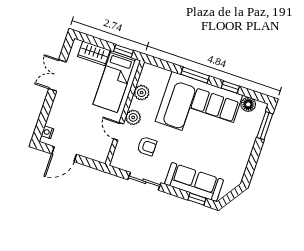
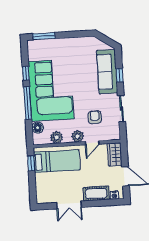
wardrobe: (94, 53) -> (115, 154), moved, turned 180
window: (195, 75) -> (28, 103), width x1.44
floor lamp: (248, 104) -> (38, 128), moved
cot: (58, 112) -> (96, 193), added
window: (197, 199) -> (120, 75), moved

